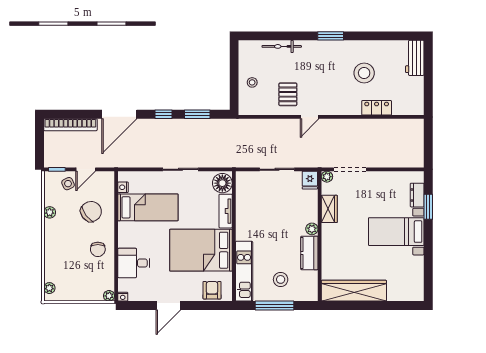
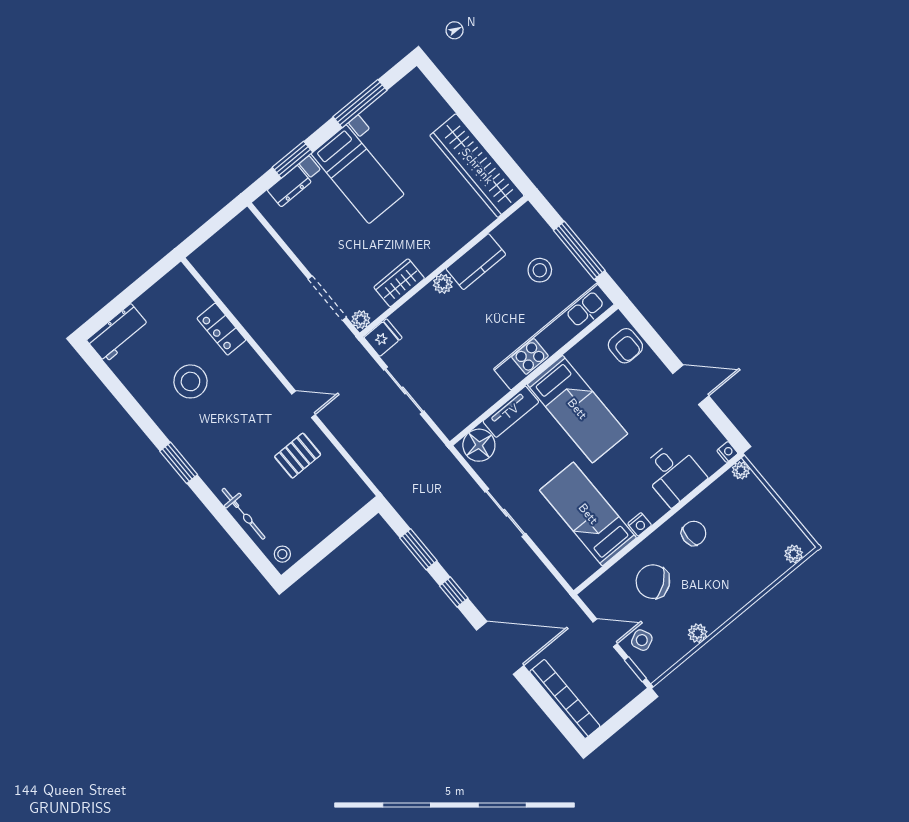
stool: (252, 82) -> (282, 554), moved
nightstand: (123, 187) -> (640, 524), moved
bed: (201, 250) -> (577, 409), width x0.67
window: (428, 260) -> (360, 104), added
kitchen unit: (244, 271) -> (554, 337), width x1.36
armchair: (212, 290) -> (625, 346), turned -90

